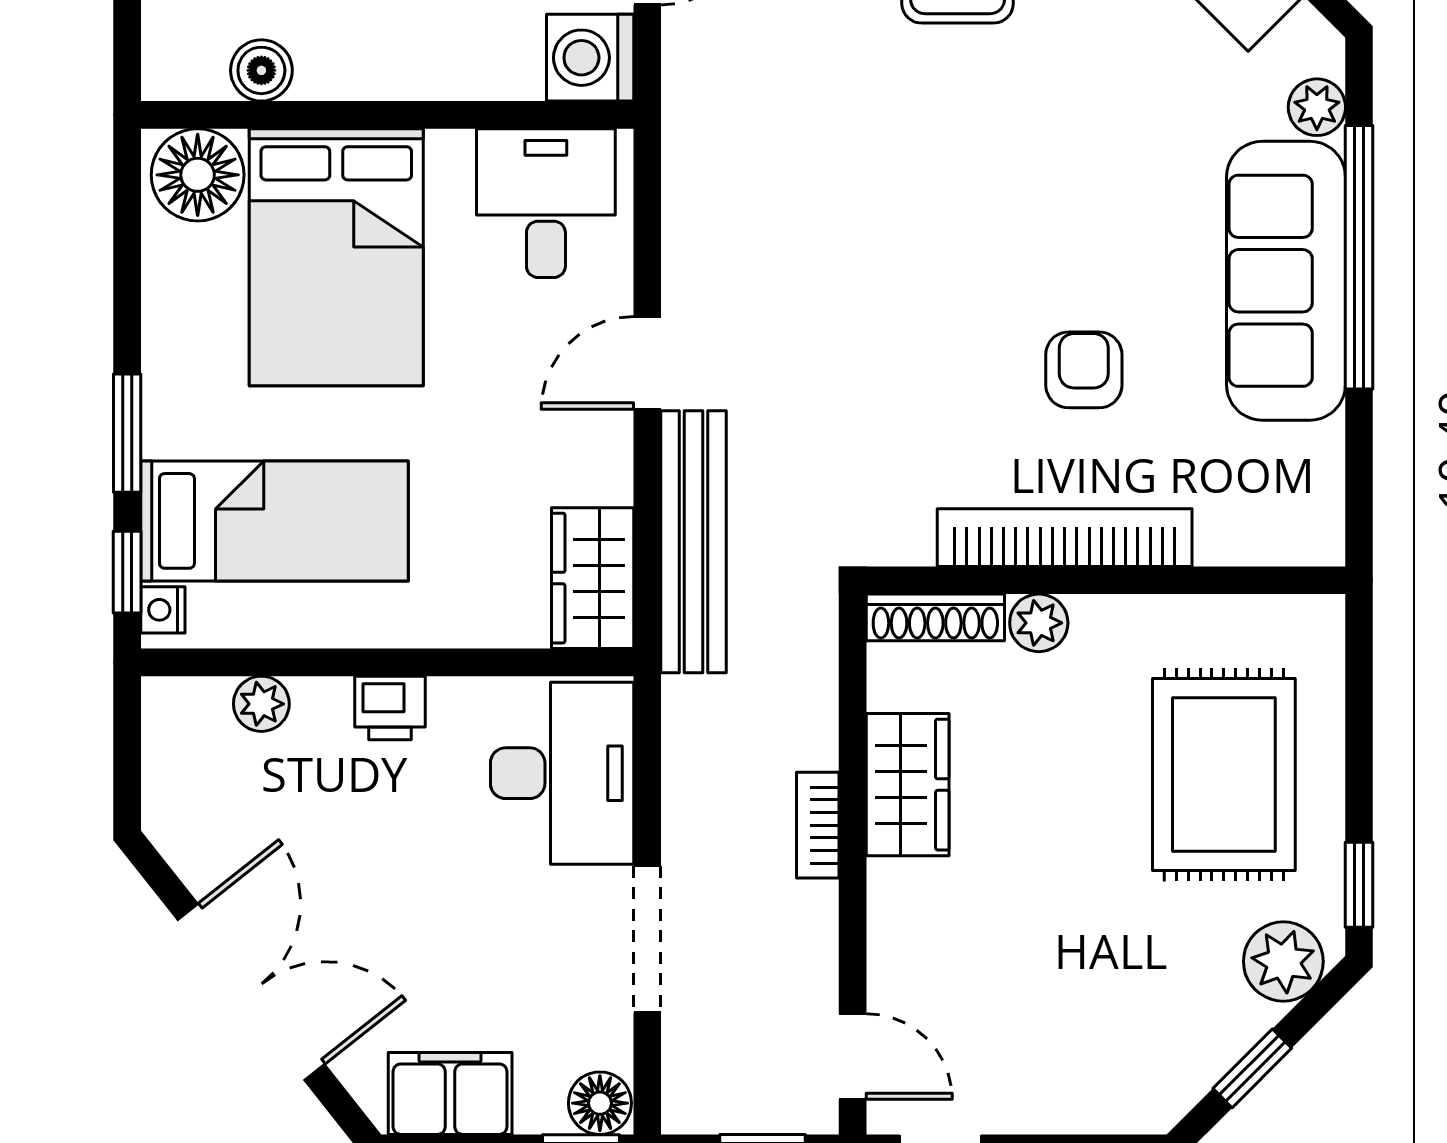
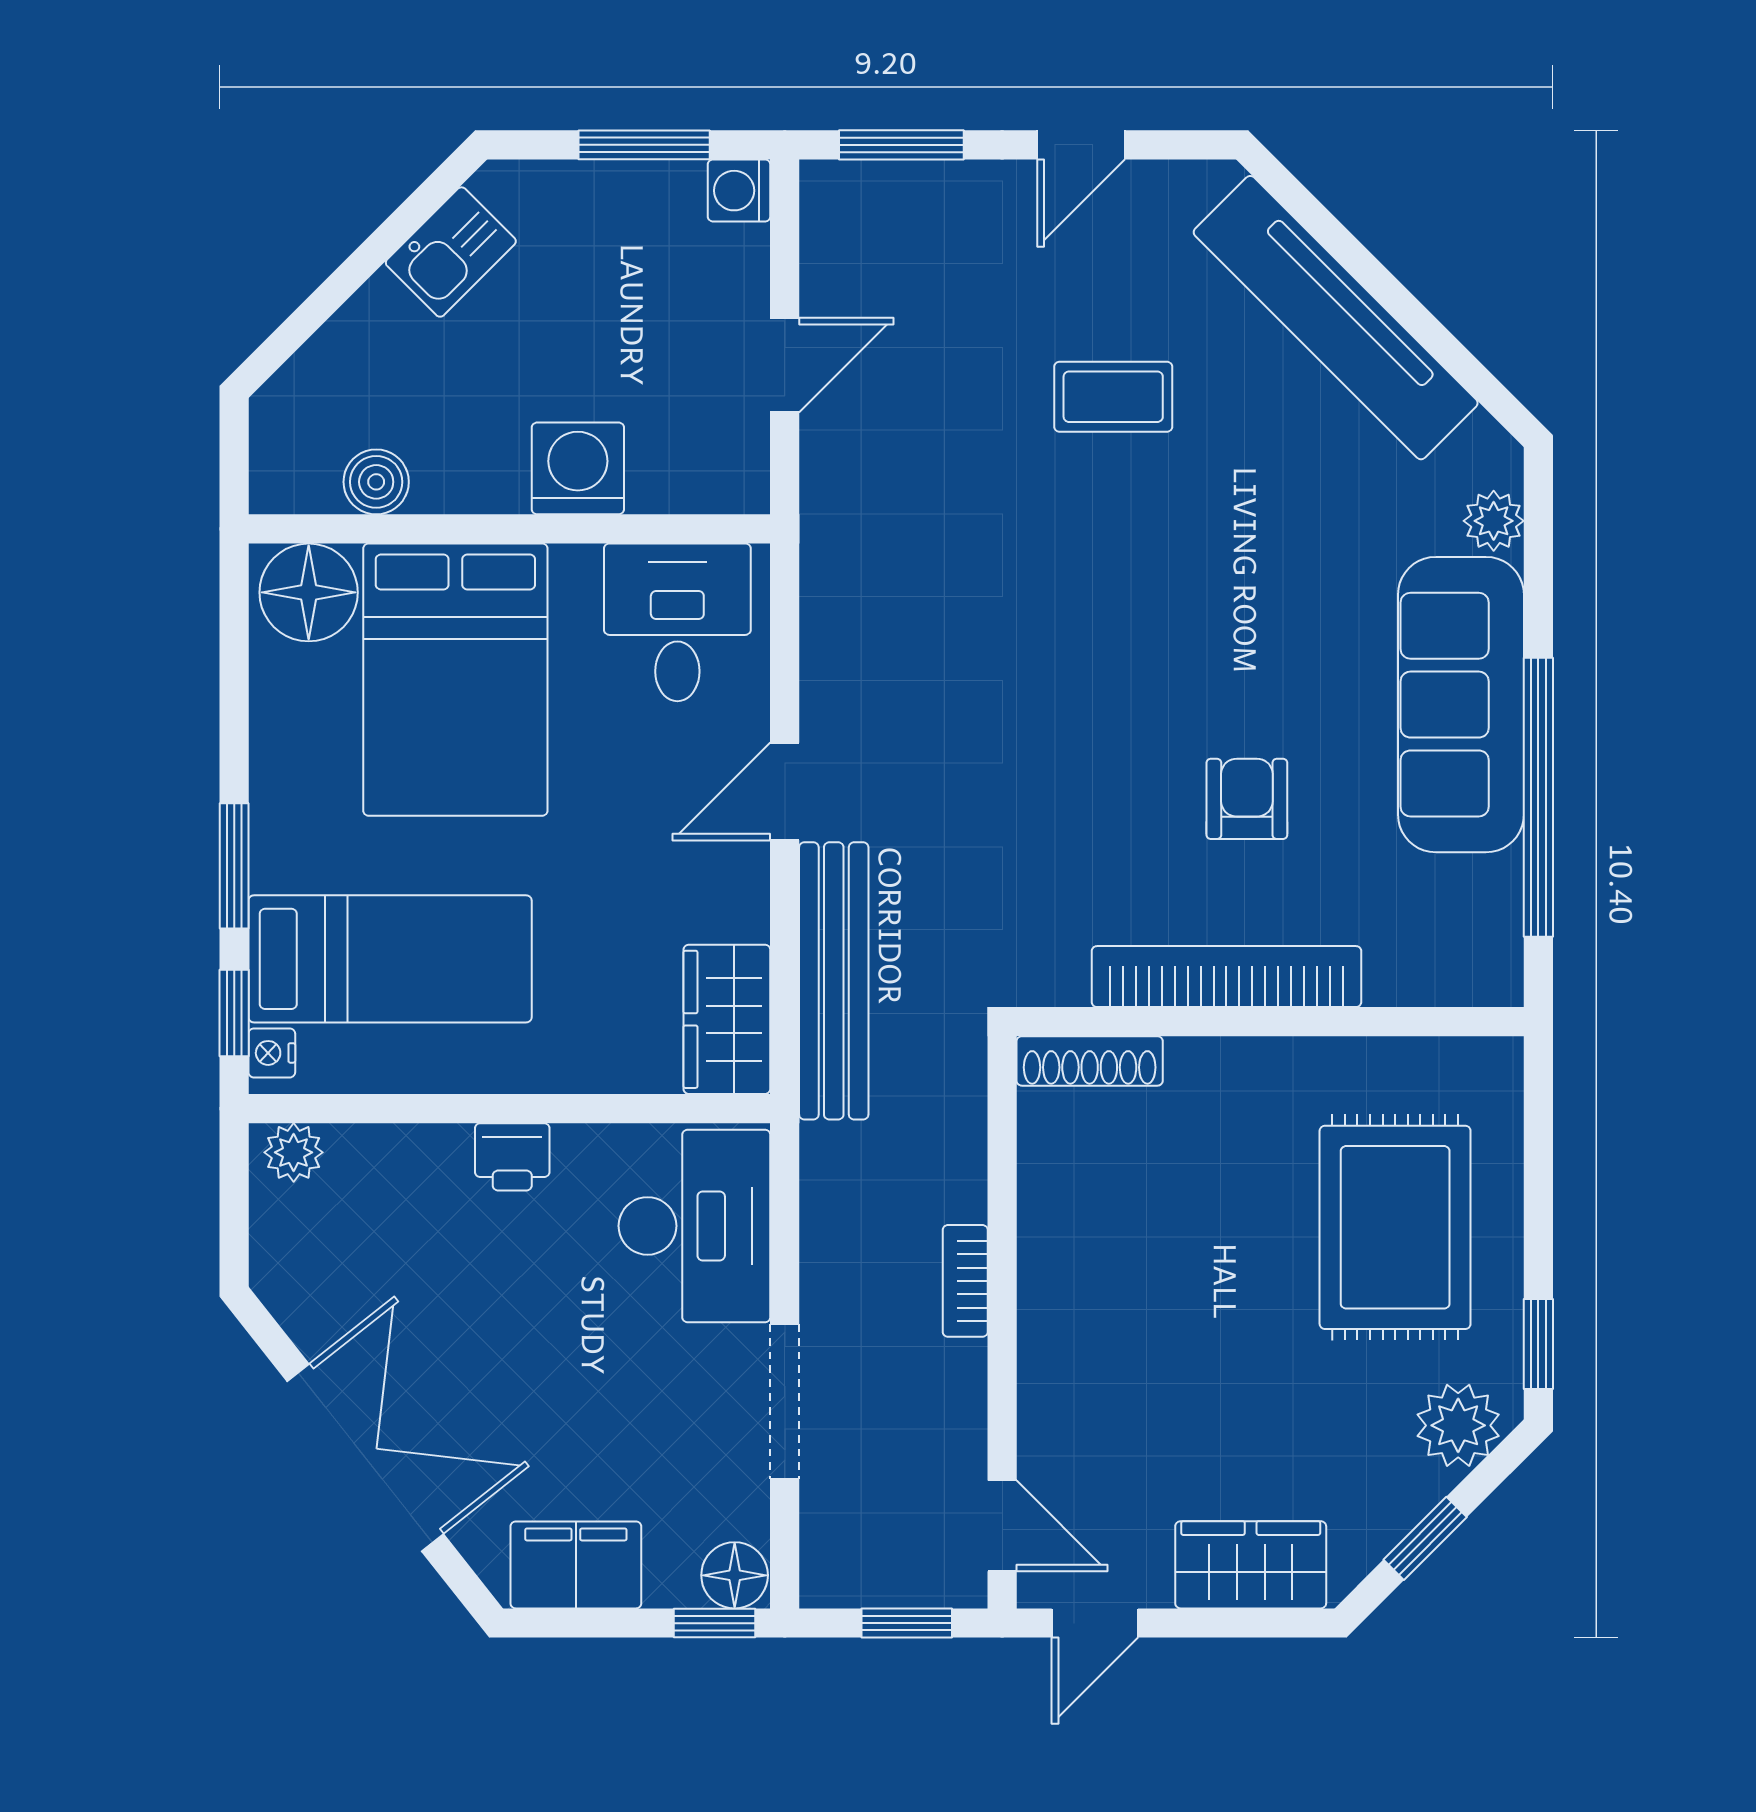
washing machine: (590, 58) -> (578, 468), moved, turned 90
window: (1359, 257) -> (1538, 797), moved
plant: (1039, 623) -> (1199, 1067), removed
plant: (261, 704) -> (294, 1152), moved
wardrobe: (908, 785) -> (1251, 1565), moved, turned -90

